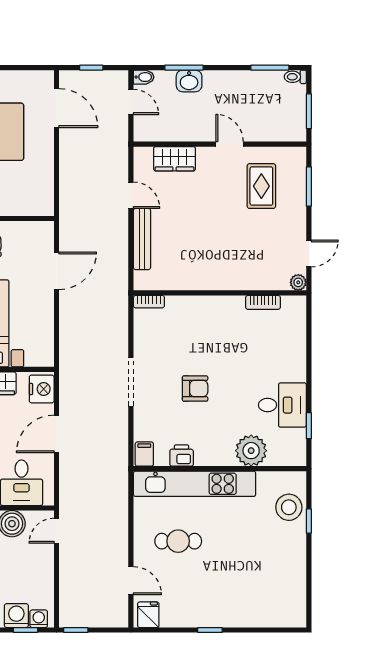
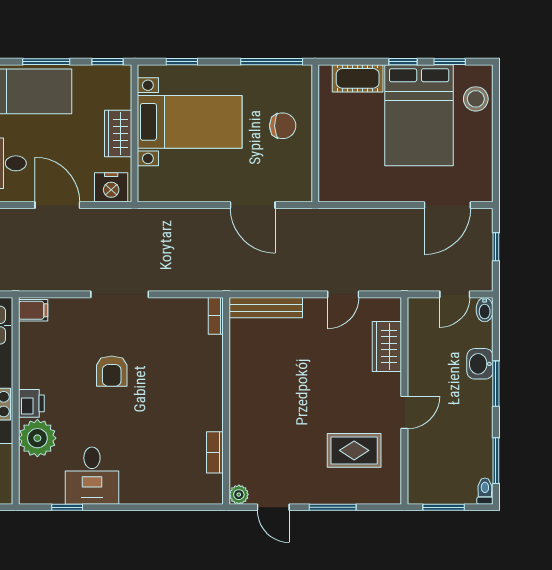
window: (184, 68) -> (496, 384), moved
window: (309, 186) -> (333, 507), moved
bench: (142, 239) -> (266, 308), moved
printer: (182, 456) -> (31, 403), moved

